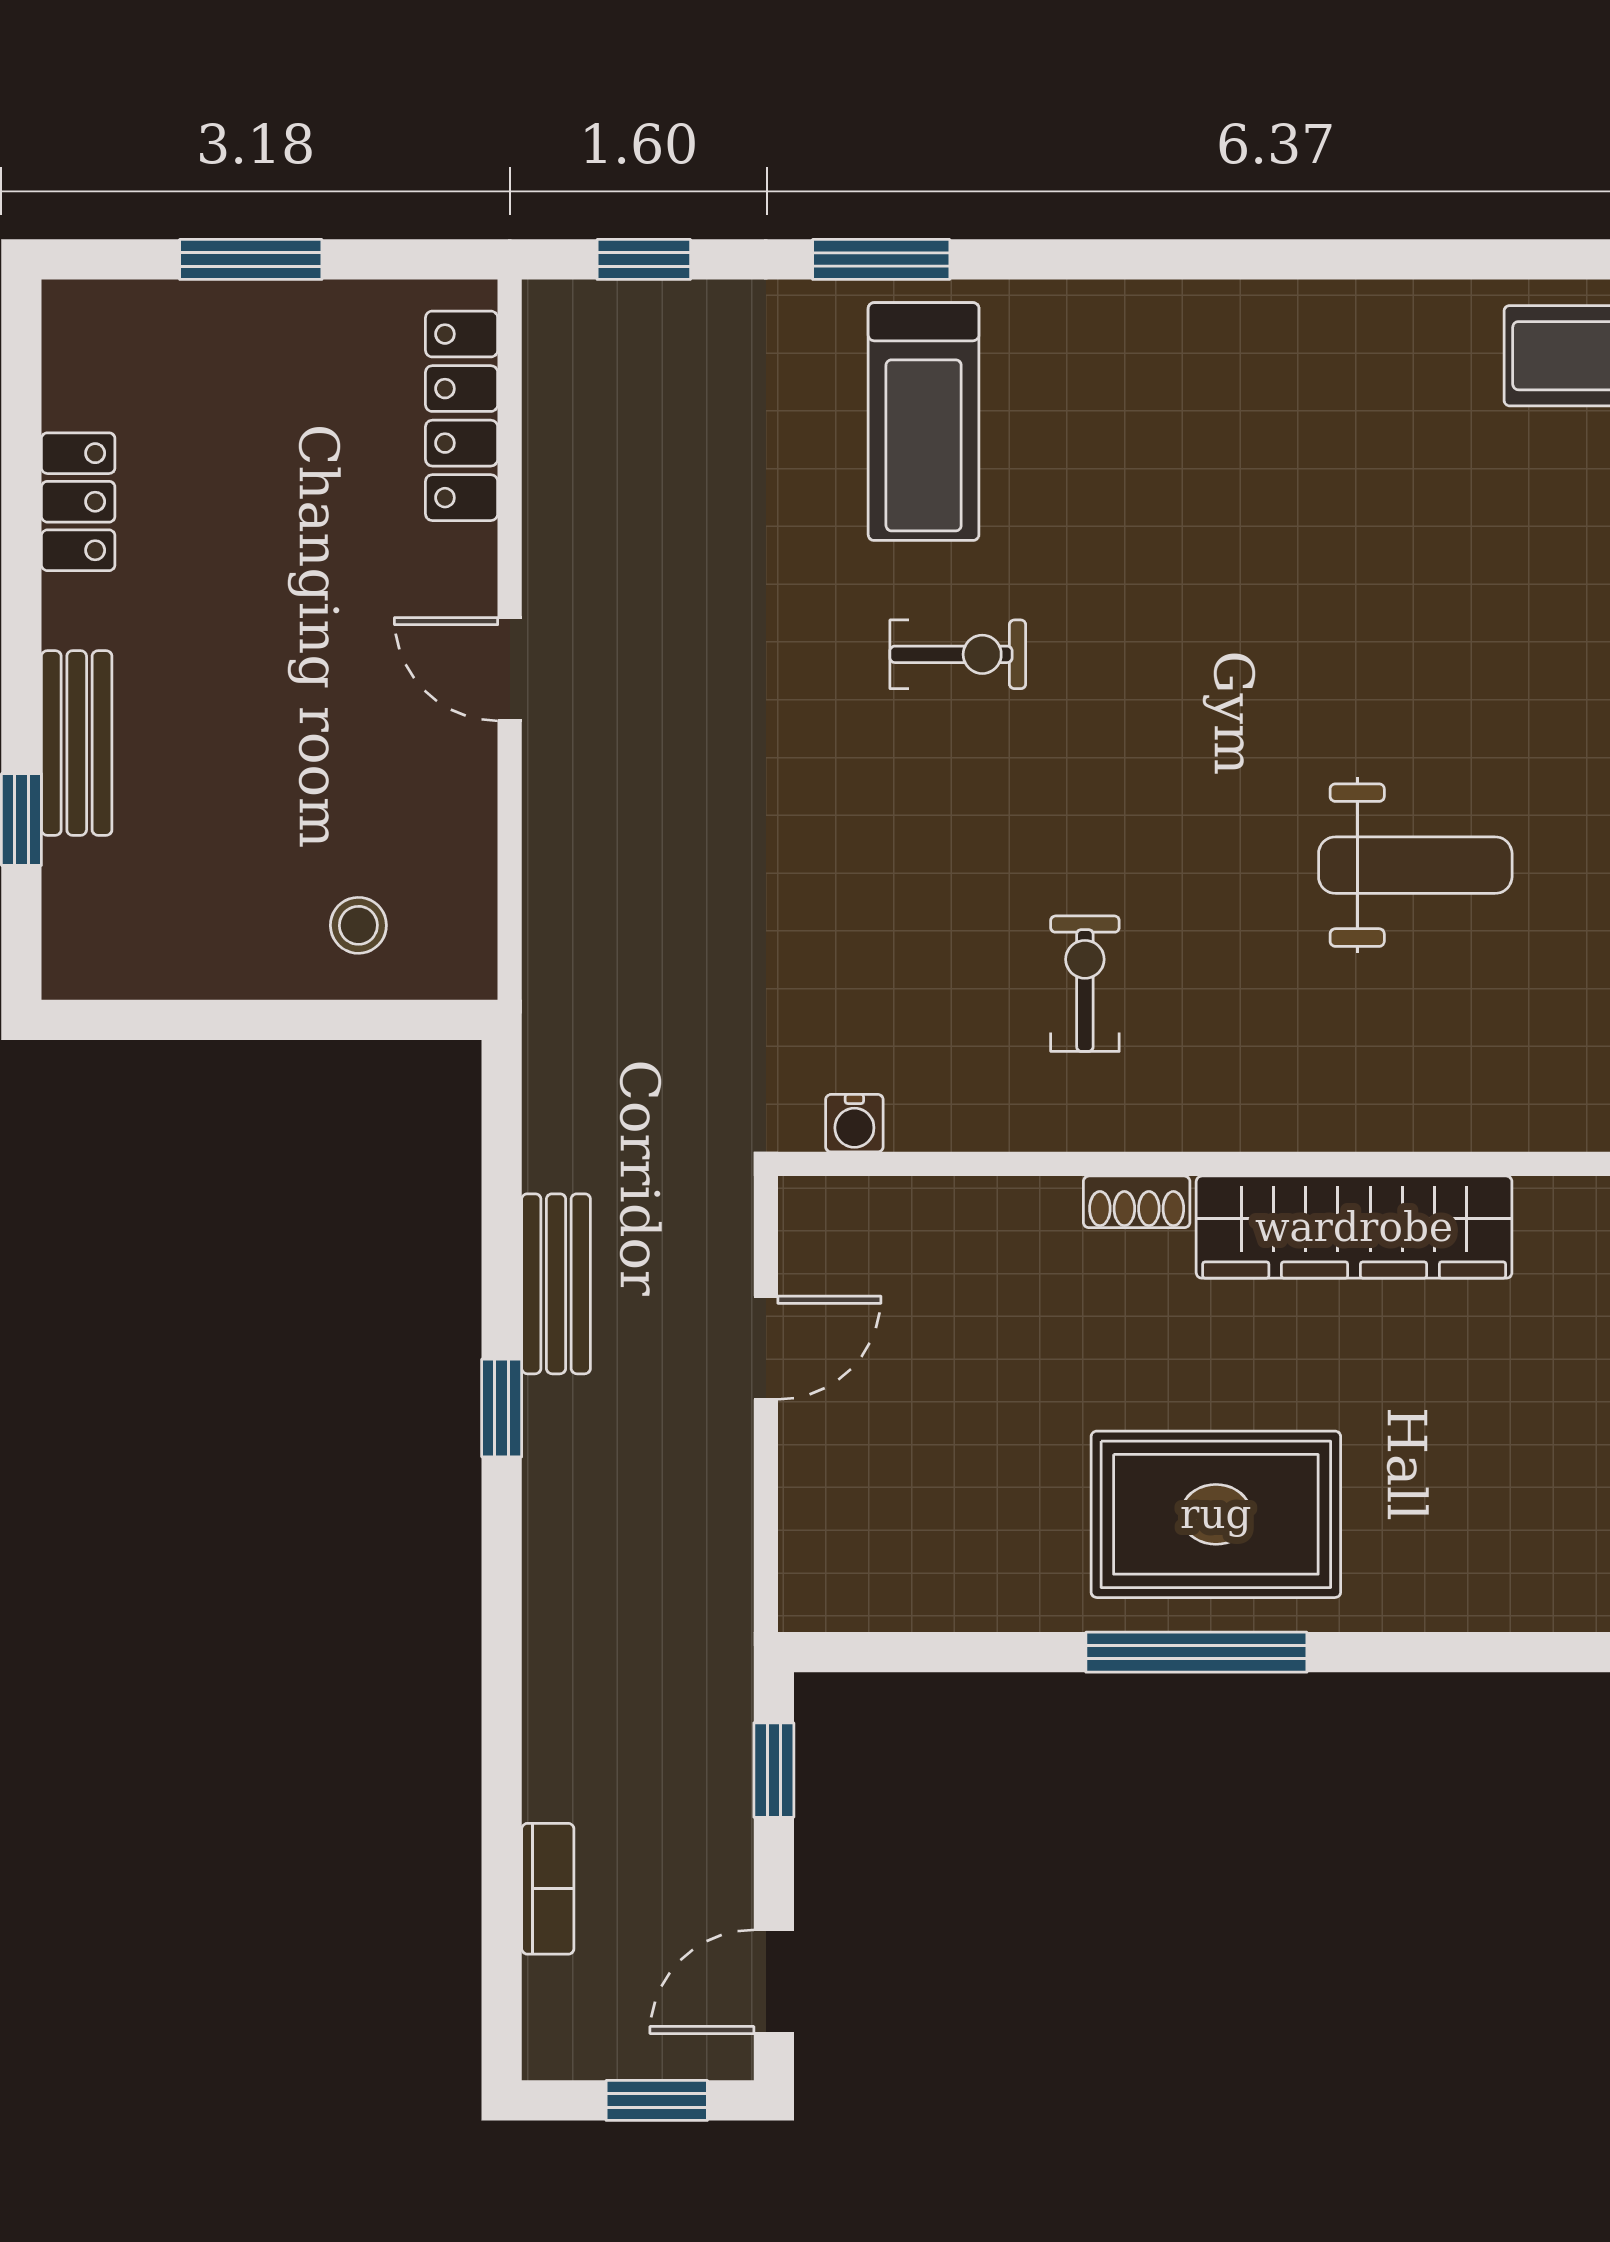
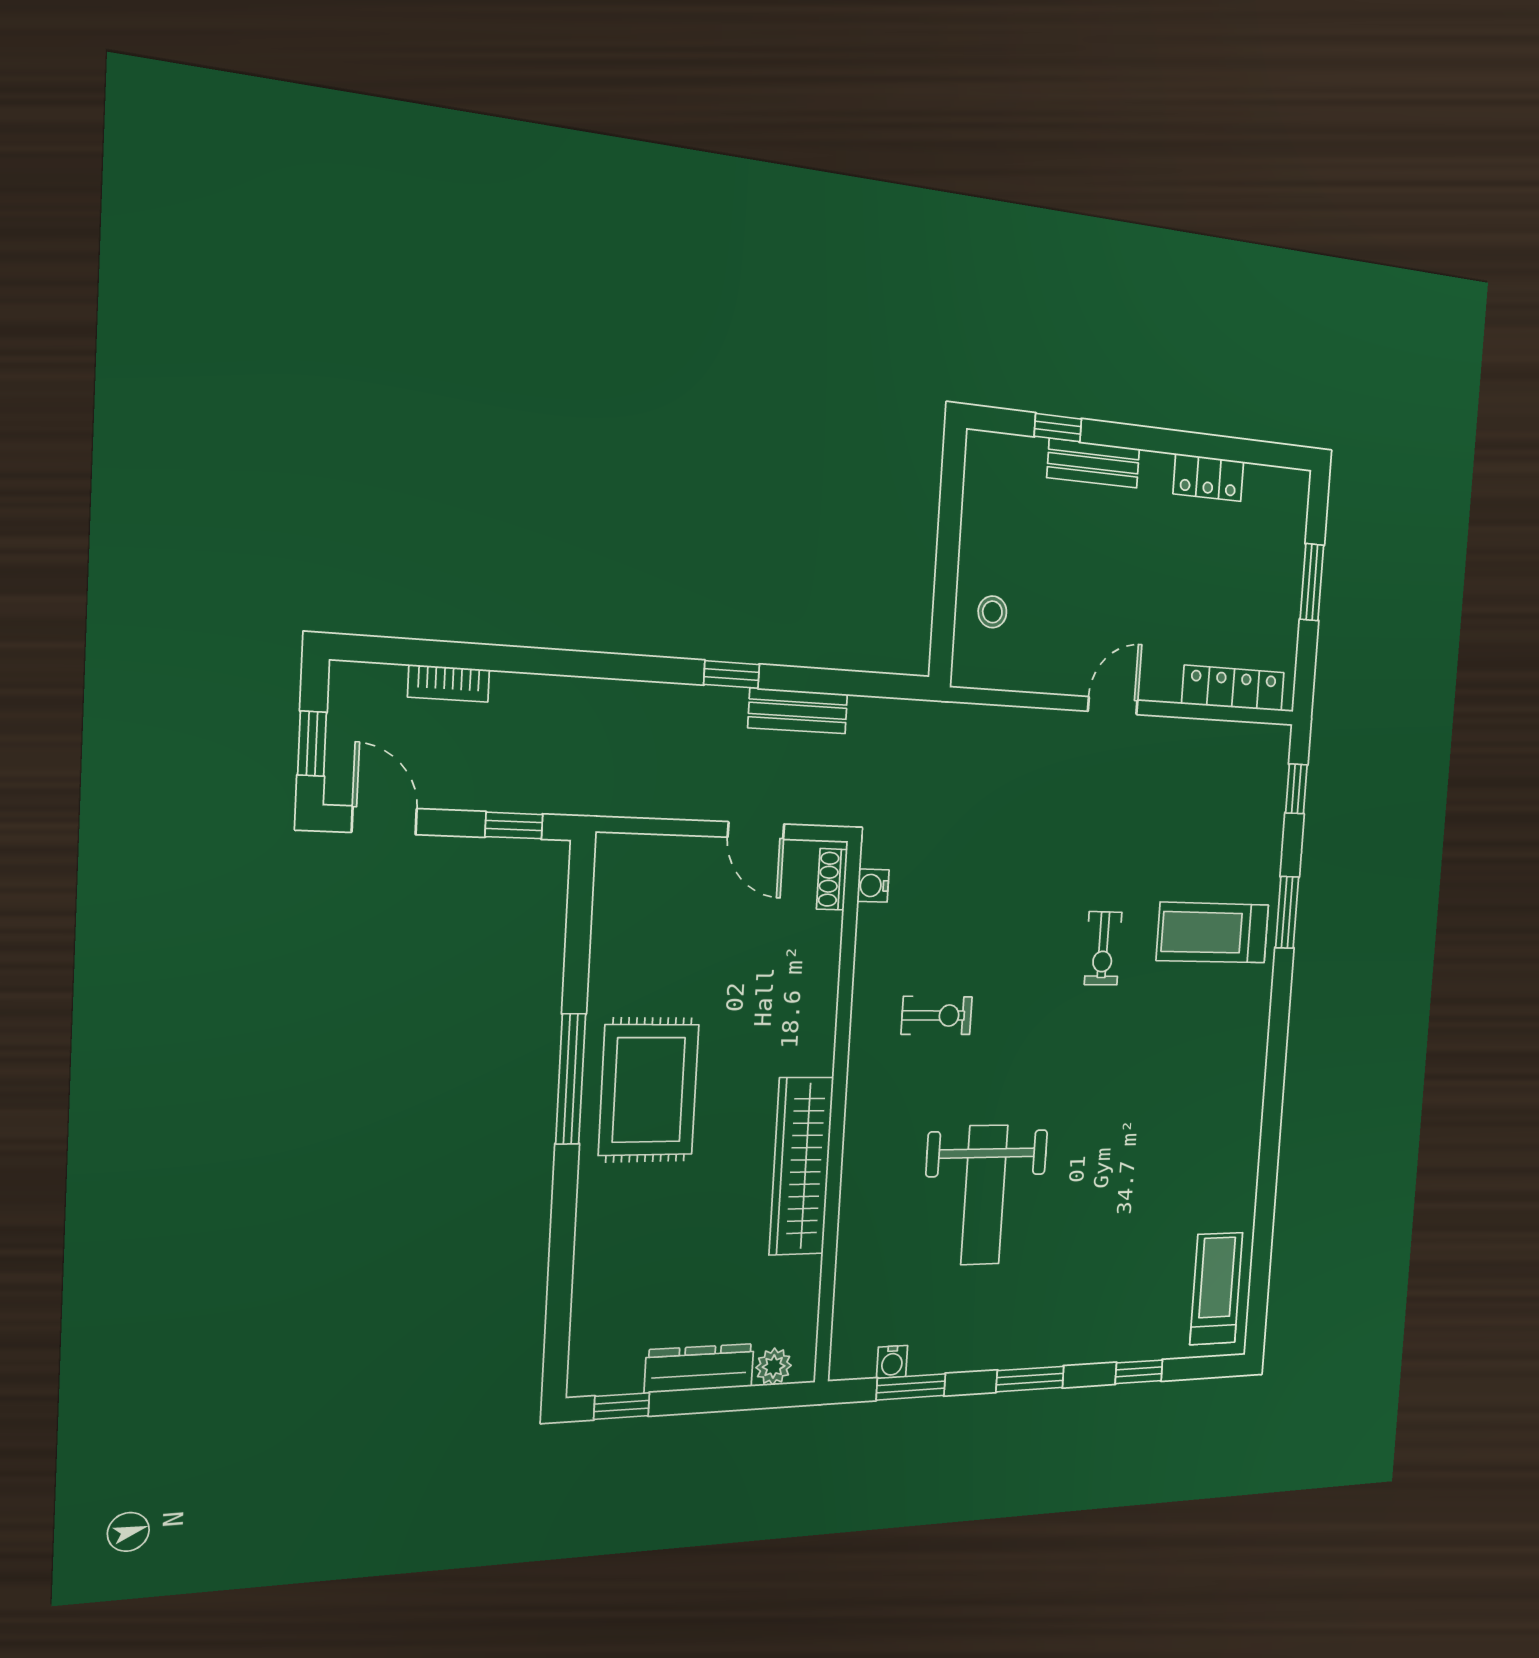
weight bench: (1415, 865) -> (984, 1195), width x1.36, depth x1.33
shoe rack: (1137, 1202) -> (832, 879), moved

